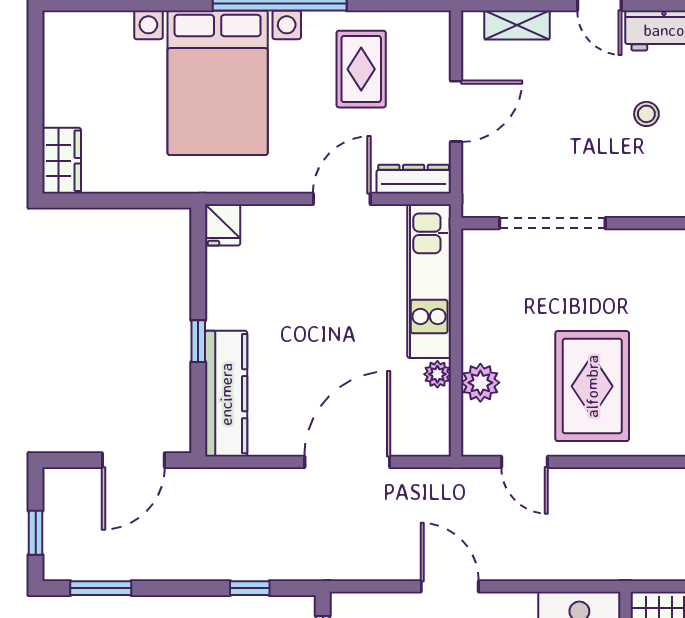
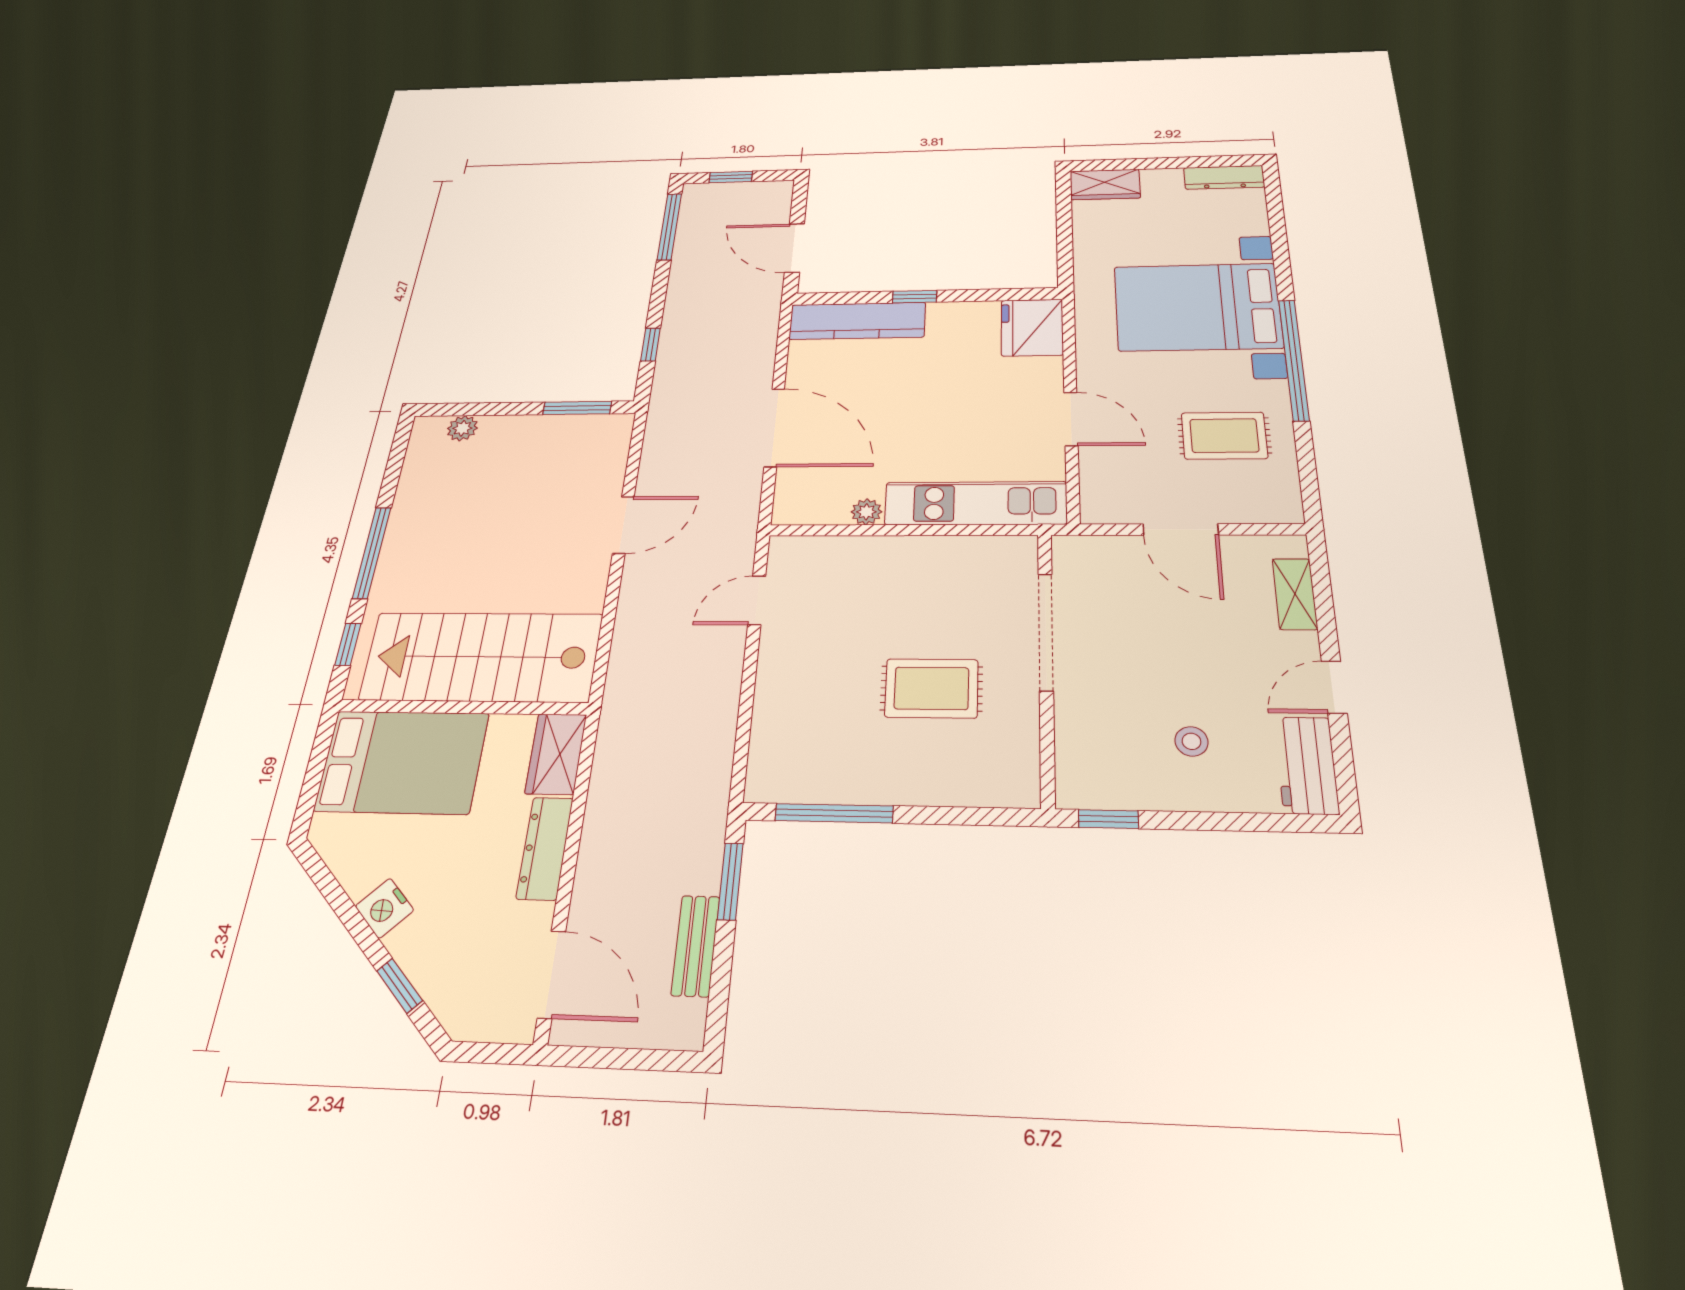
dresser: (414, 179) -> (1224, 177), moved, turned 90
fridge: (223, 225) -> (1032, 328), width x1.88, depth x1.34
plant: (480, 383) -> (854, 555), removed
rug: (592, 386) -> (932, 688), moved, width x0.73, depth x0.70
window: (101, 588) -> (669, 227), width x1.44

